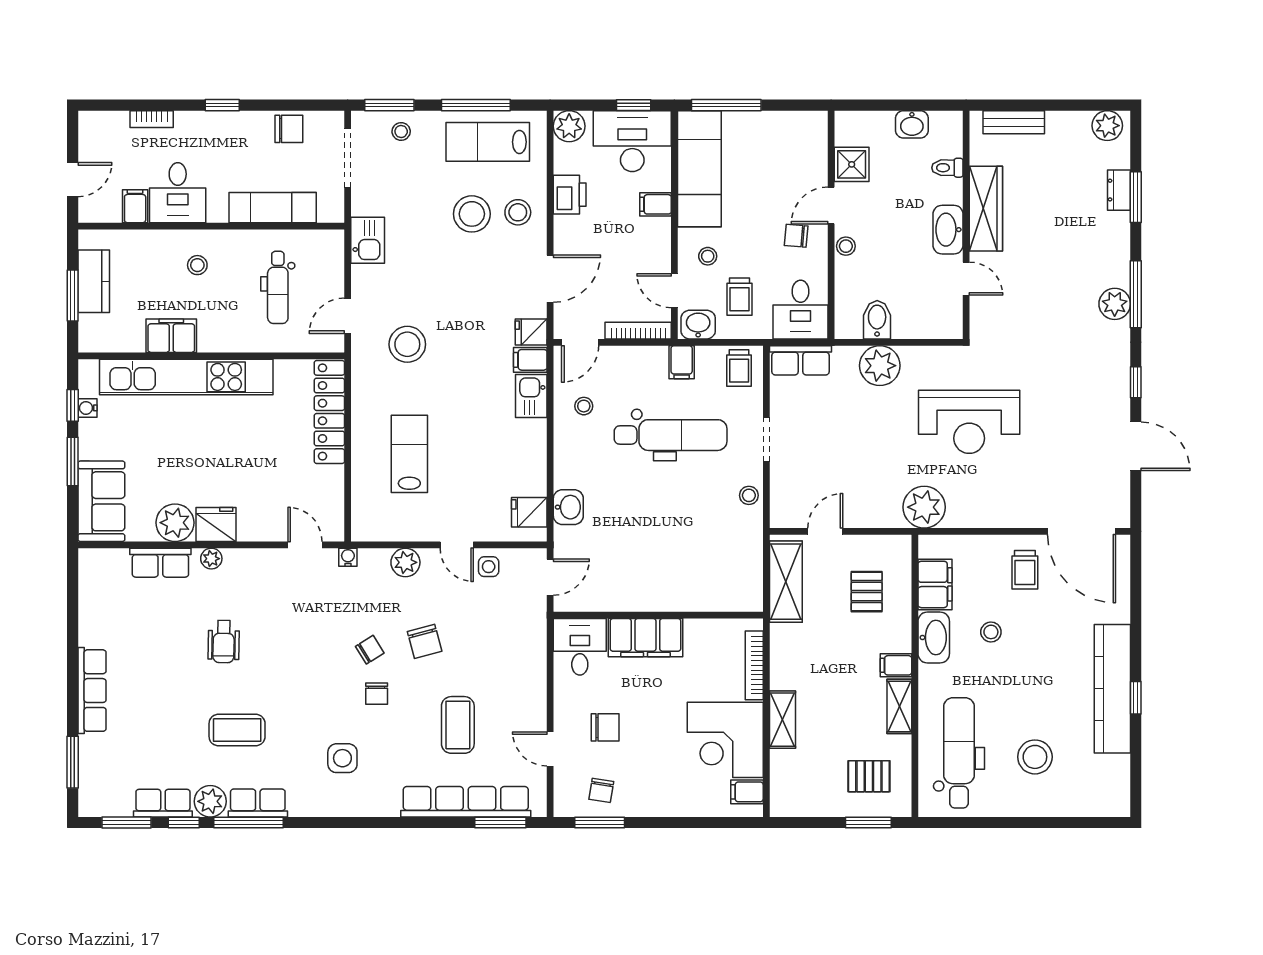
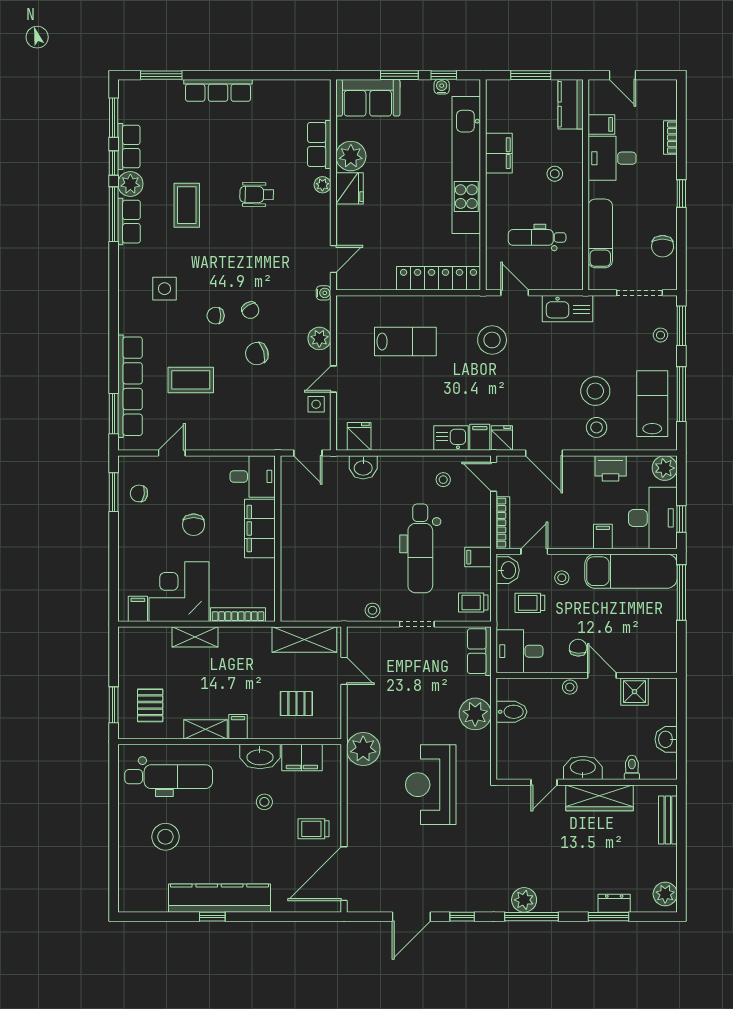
kitchen sink: (368, 240) -> (568, 309), width x1.38
kitchen counter: (94, 281) -> (571, 104), moved, turned 90
chair: (605, 727) -> (194, 525), moved

